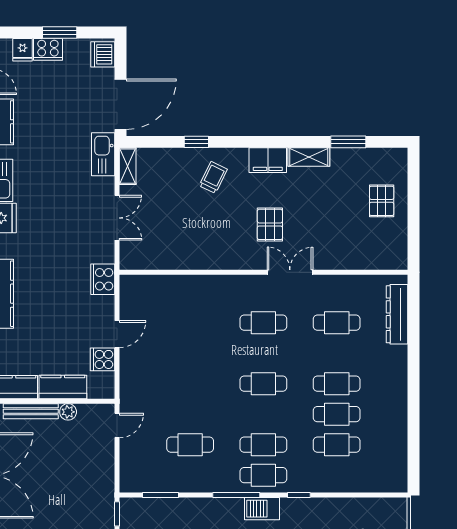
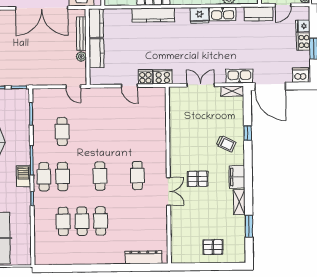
double door: (117, 218) -> (201, 85), swing flipped
cafe table: (337, 323) -> (138, 220), removed
cooker: (102, 359) -> (145, 77), moved

